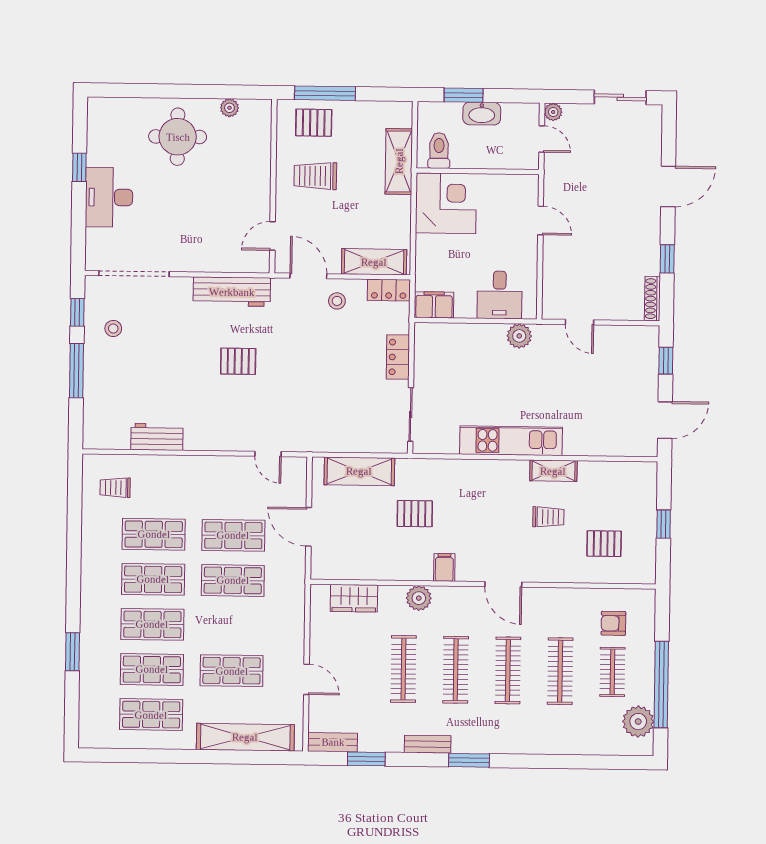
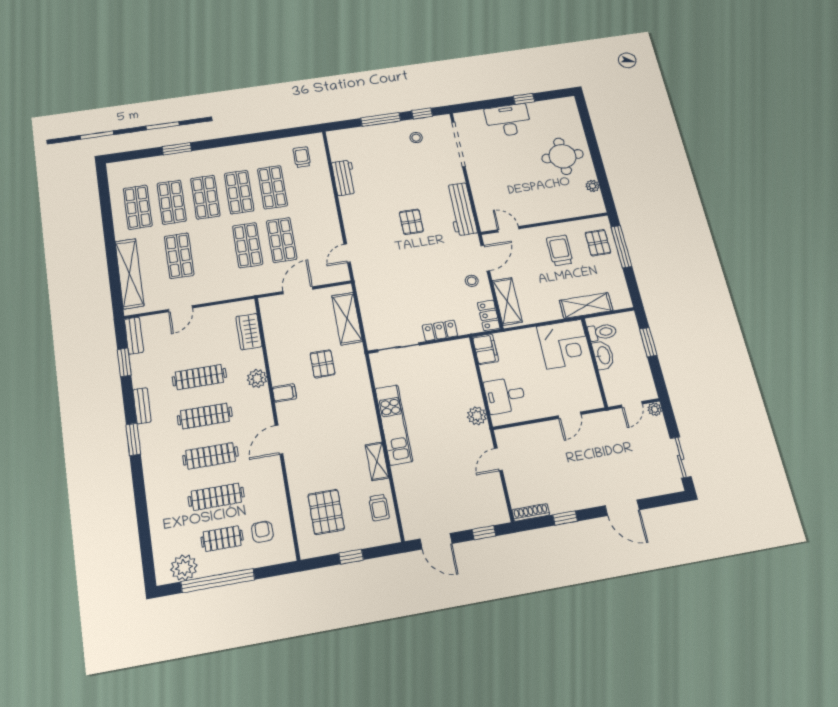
washbasin: (482, 114) -> (603, 355), moved, turned 180
trolley: (548, 517) -> (379, 508), moved
pallet: (604, 544) -> (326, 512), width x1.50, depth x1.42

